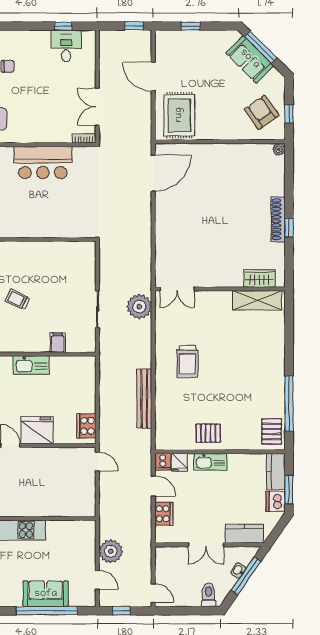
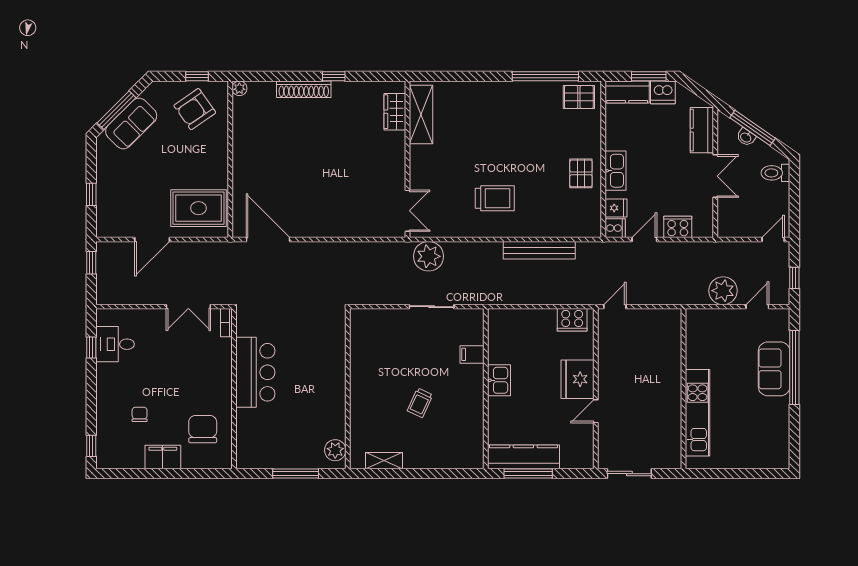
shoe rack: (278, 219) -> (304, 89), moved
kitchen sink: (31, 365) -> (499, 380), width x0.73

